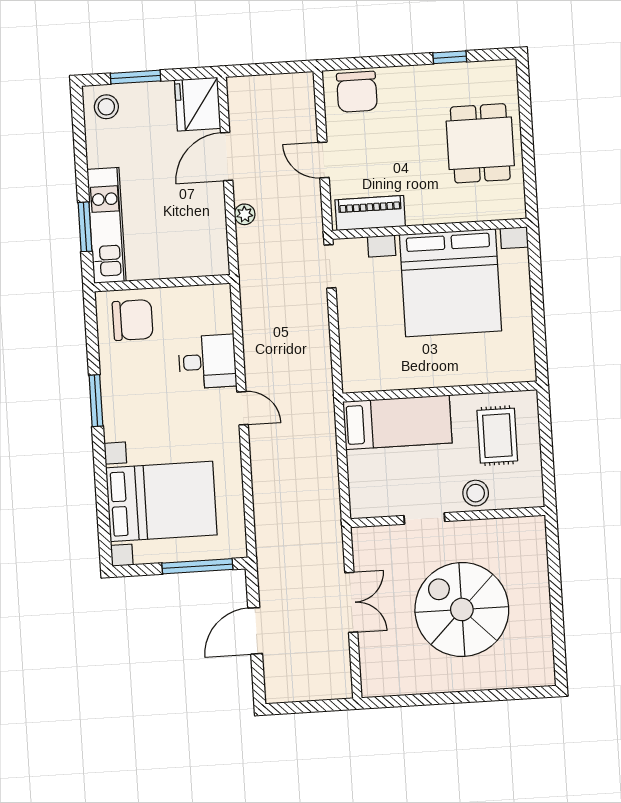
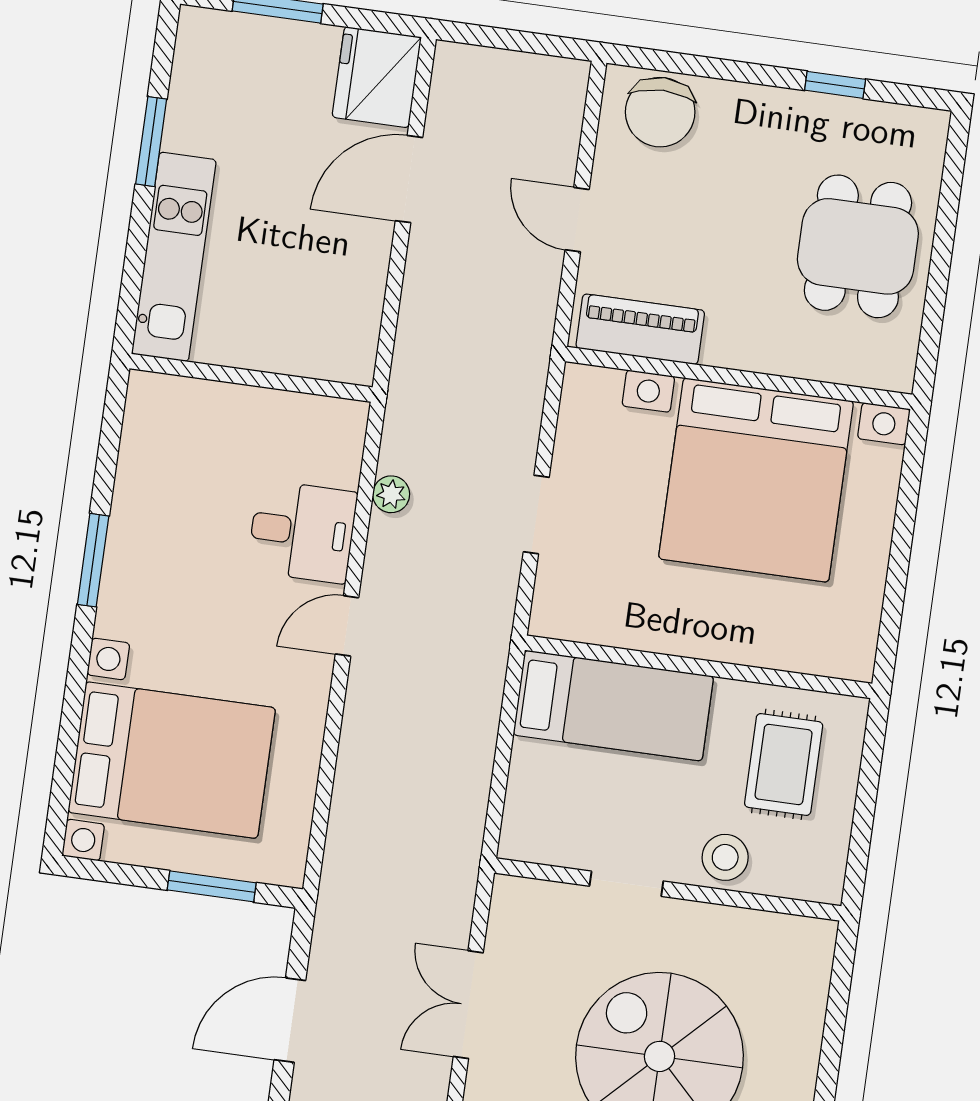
stool: (106, 107) -> (216, 49), removed
plant: (245, 214) -> (391, 494), moved
window: (85, 227) -> (151, 142), moved
doorway: (330, 266) -> (536, 515), moved
chair: (133, 320) -> (186, 432), removed
door: (243, 408) -> (347, 626), swing flipped
window: (197, 566) -> (212, 886), width x0.69
double door: (351, 602) -> (468, 1005), swing flipped

